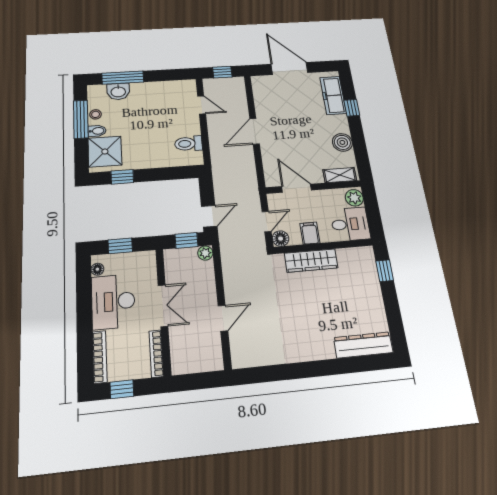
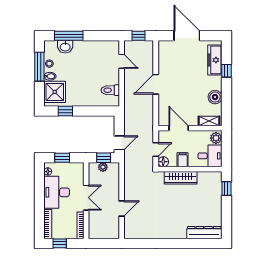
plant: (205, 253) -> (103, 167), moved

